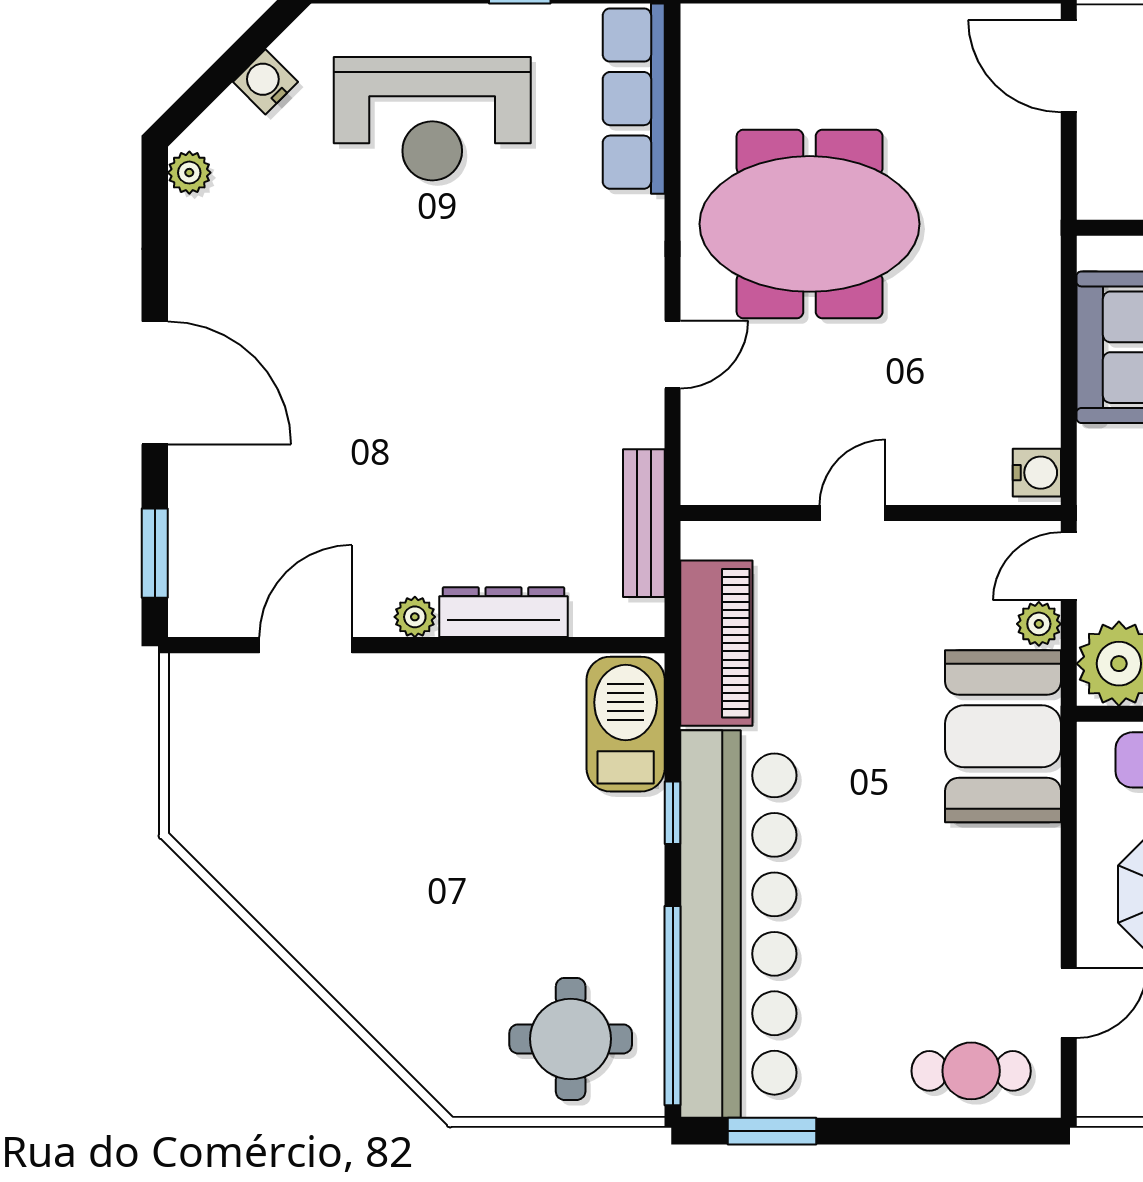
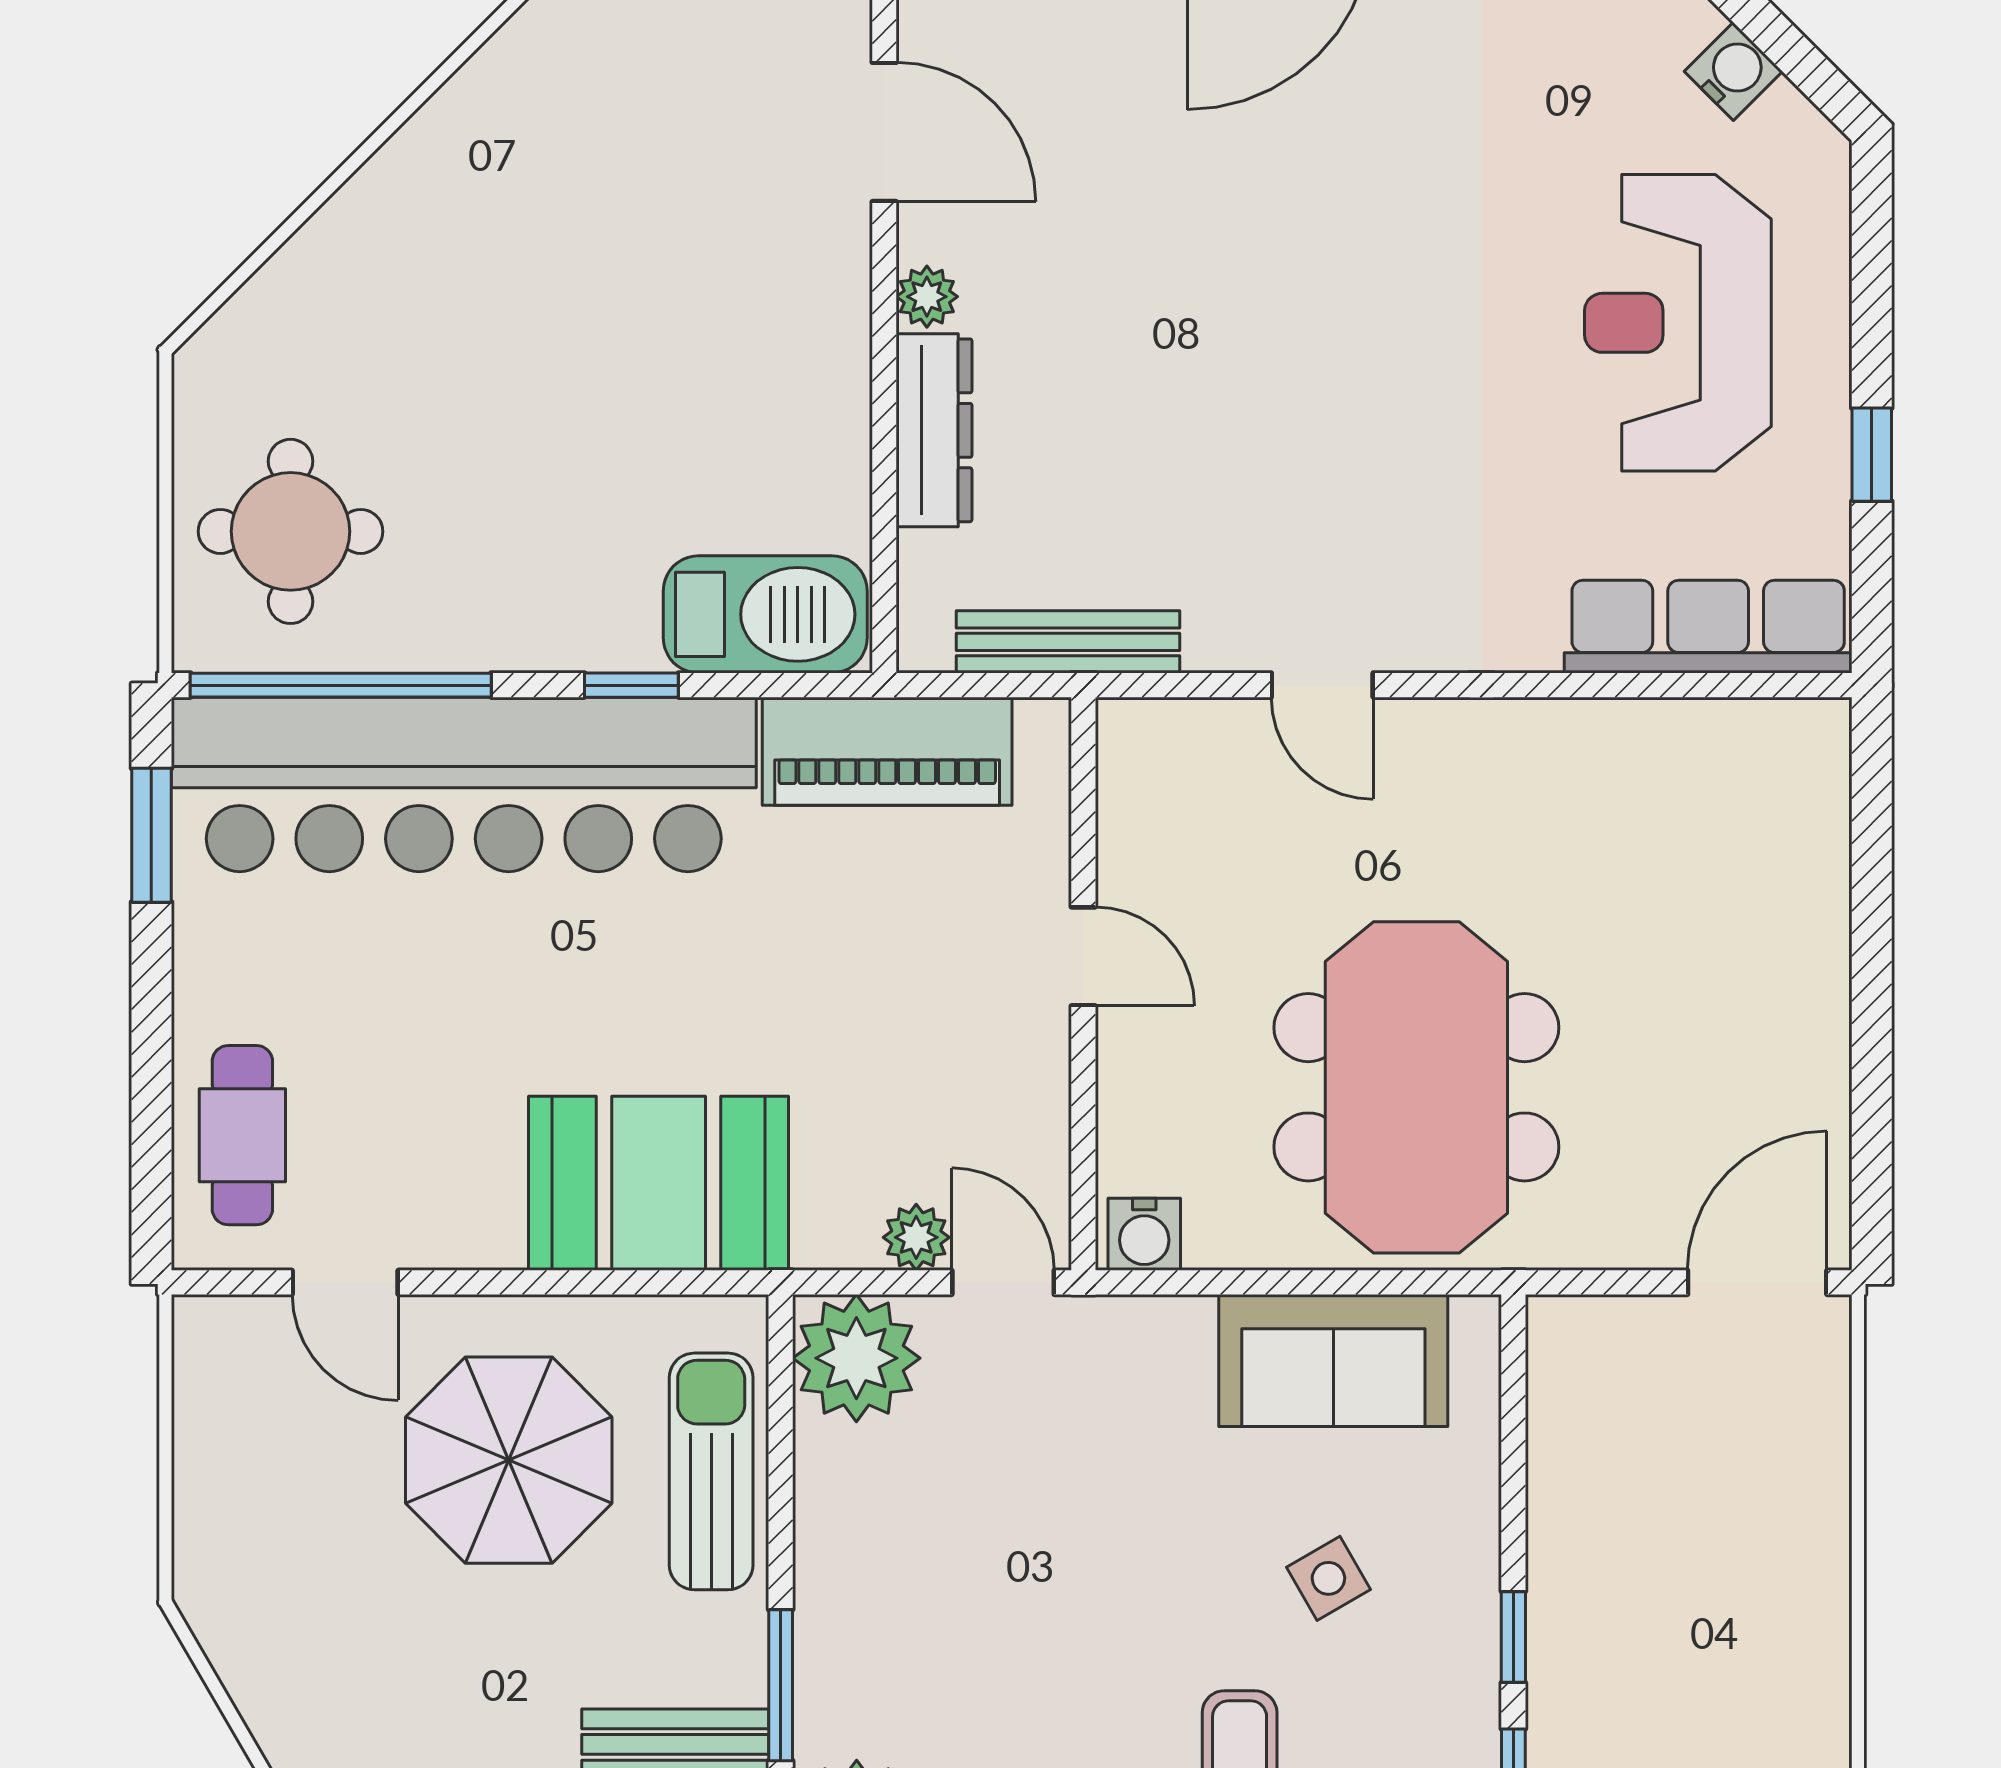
meeting table: (810, 224) -> (1416, 1087), moved
booth: (1003, 736) -> (659, 1183), moved

